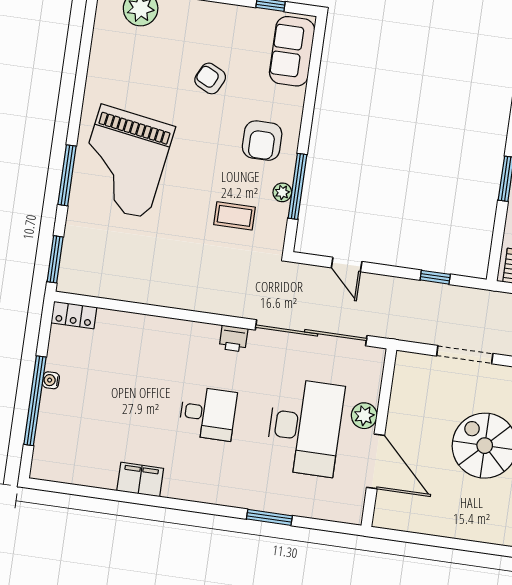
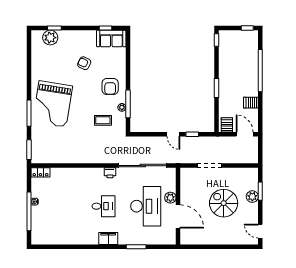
sofa: (292, 51) -> (111, 39), moved, turned -90
door: (347, 265) -> (173, 134), moved
filing cabinet: (140, 480) -> (108, 239), moved

